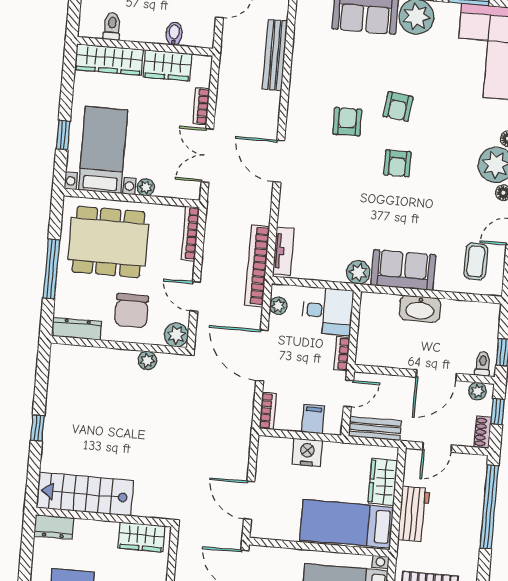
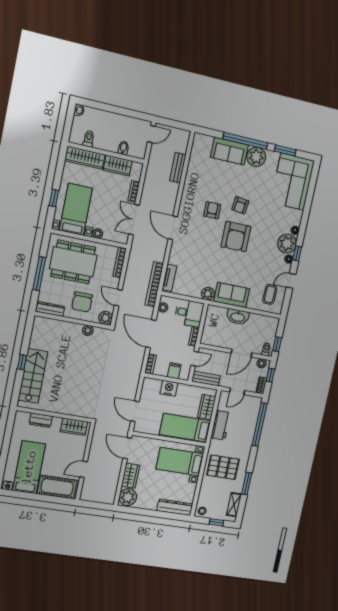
bench: (275, 55) -> (178, 168), width x0.73
armchair: (397, 163) -> (236, 237), width x1.88, depth x1.88
stairs: (85, 494) -> (33, 376), moved, turned 90
dresser: (54, 527) -> (41, 420), moved

